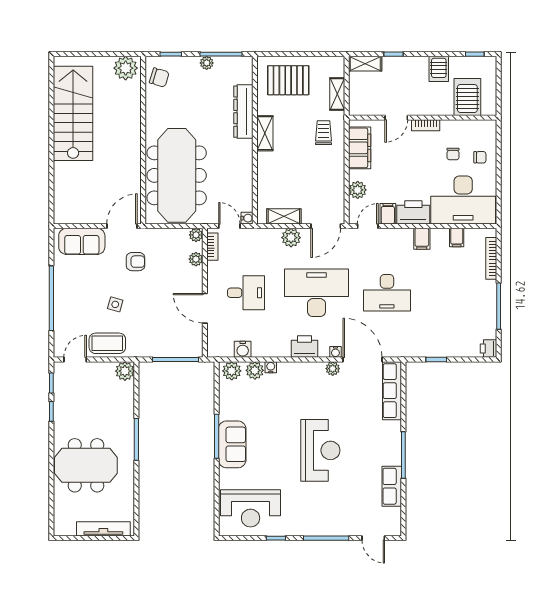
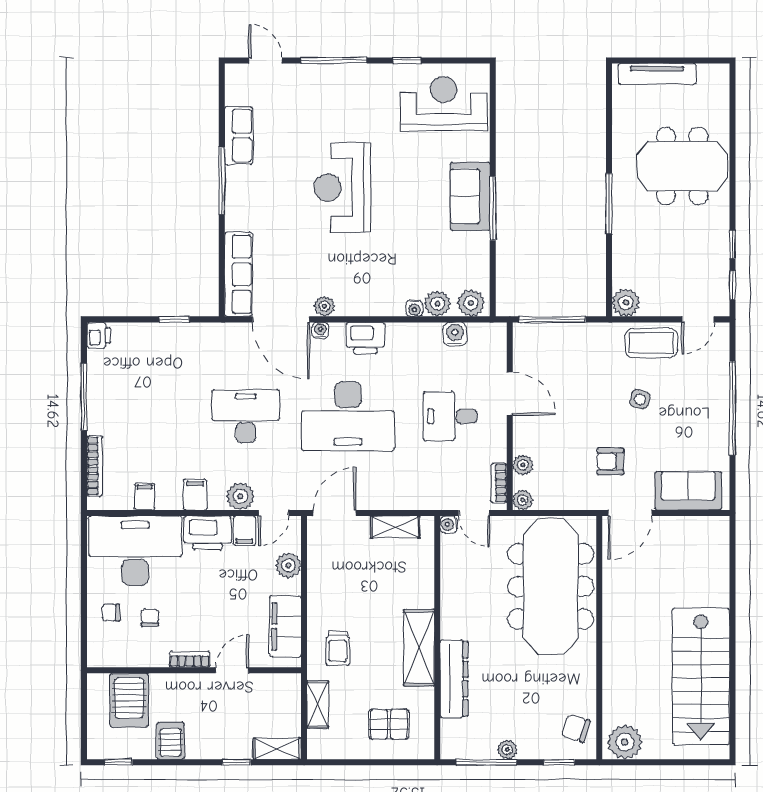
pallet: (288, 80) -> (389, 724), width x0.67, depth x0.71
shelving: (265, 133) -> (419, 648), width x1.50, depth x1.33
plant: (291, 238) -> (240, 496), moved

